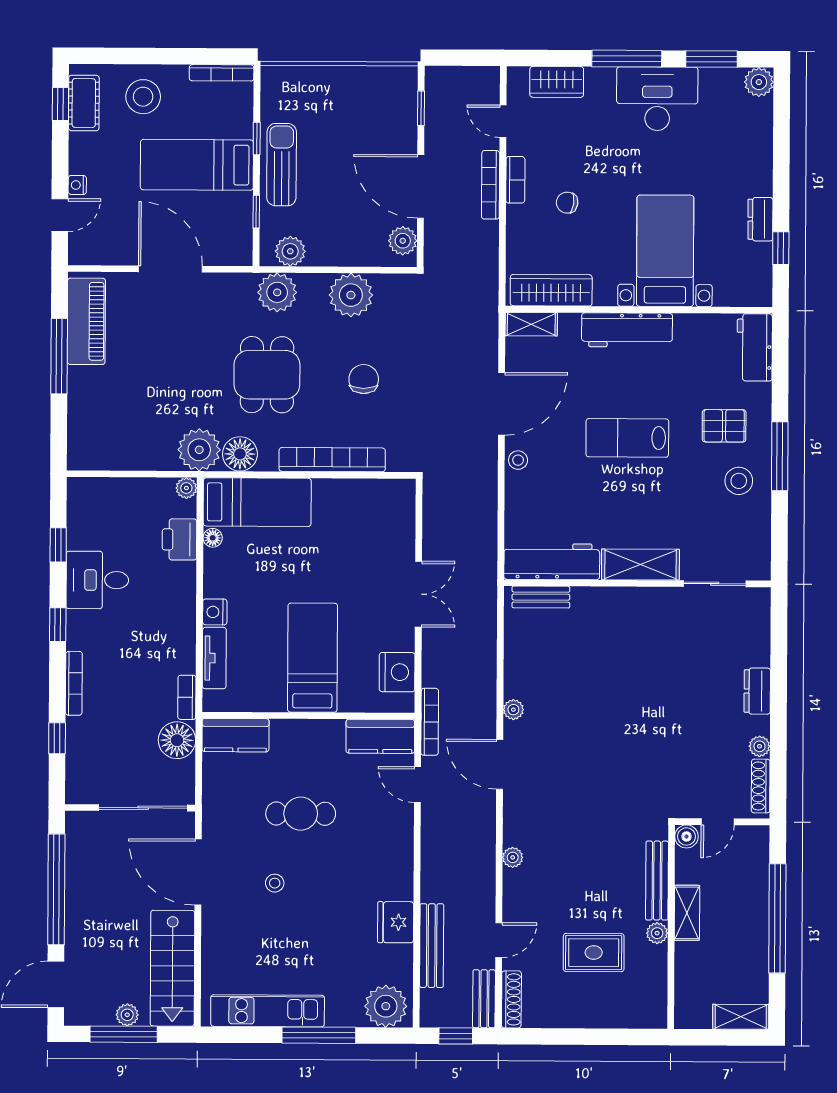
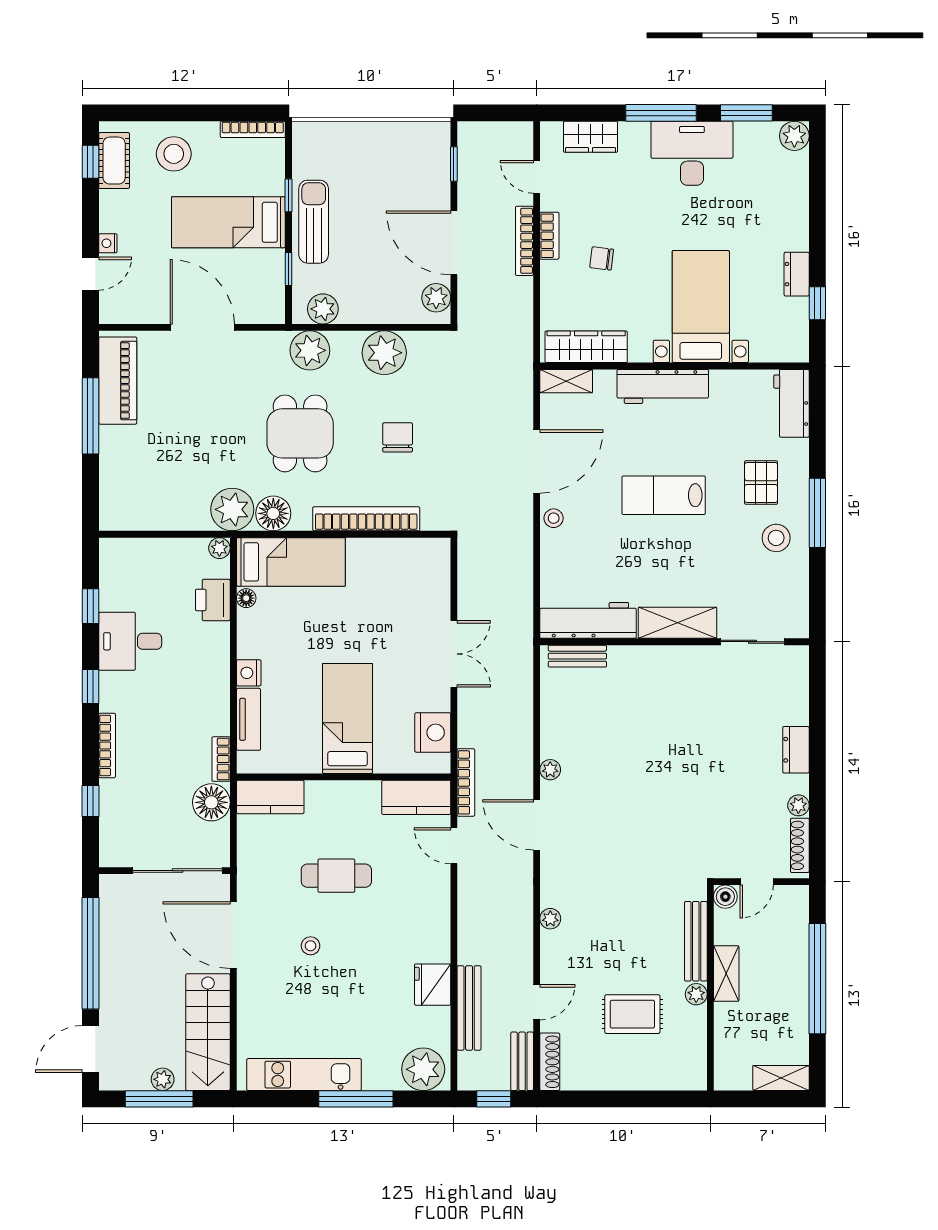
pallet: (724, 426) -> (761, 483), turned 90

